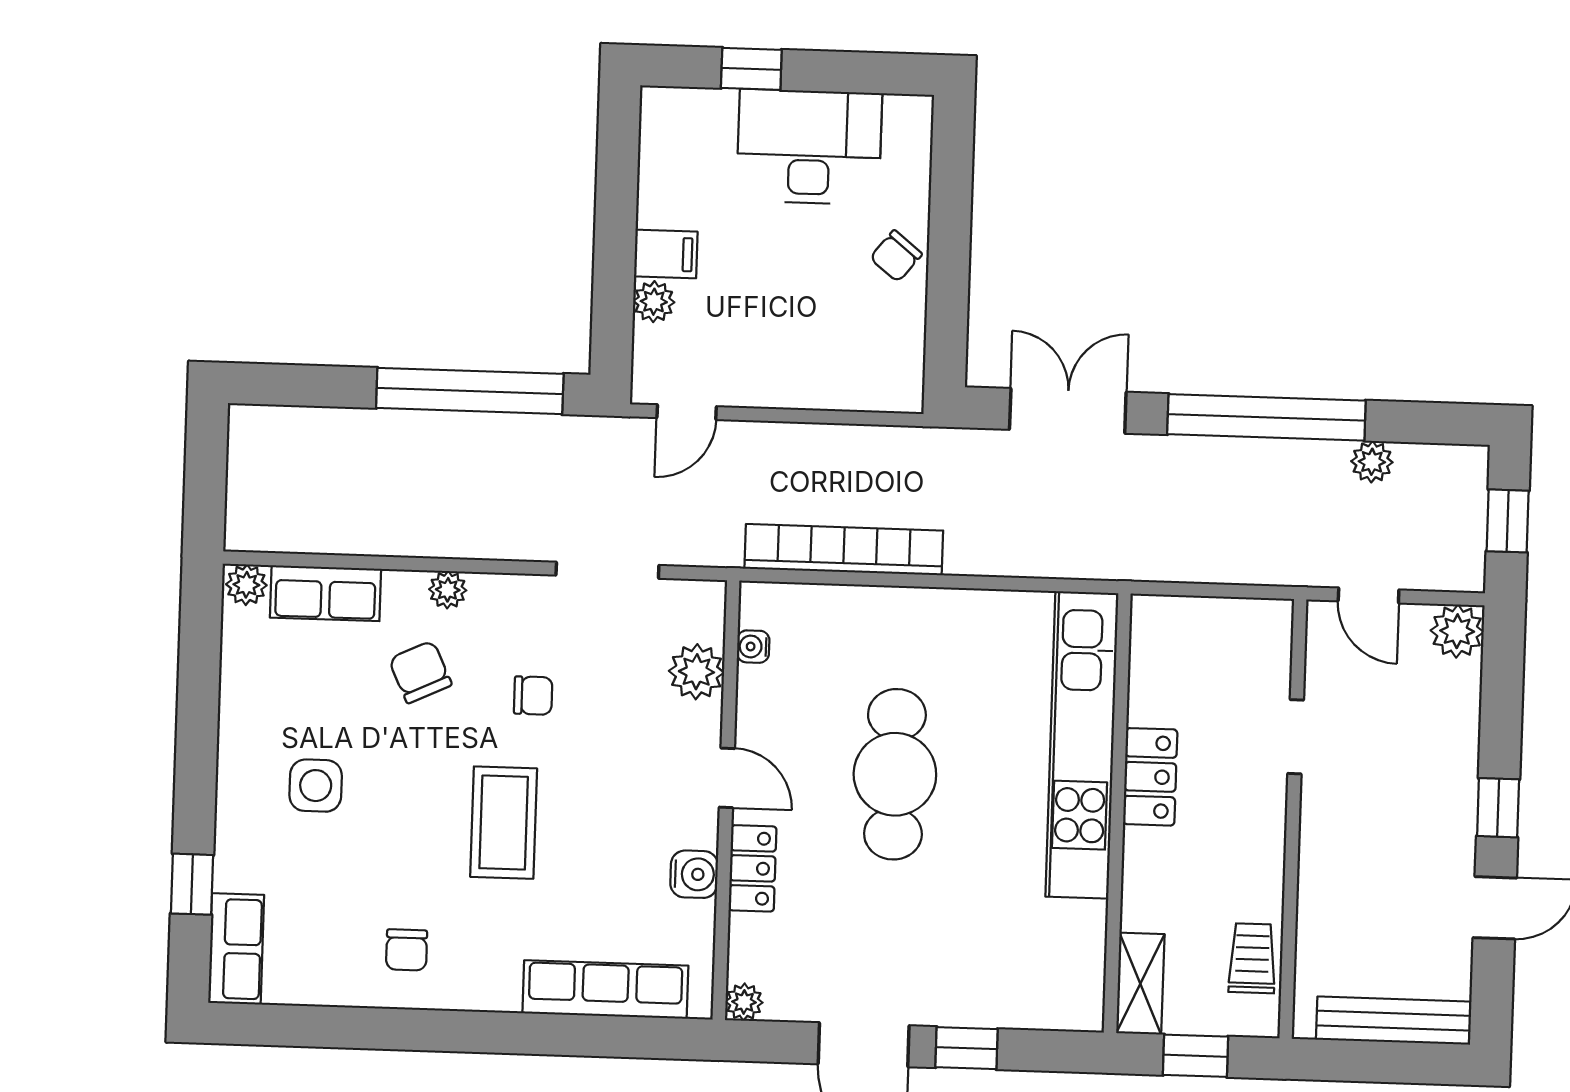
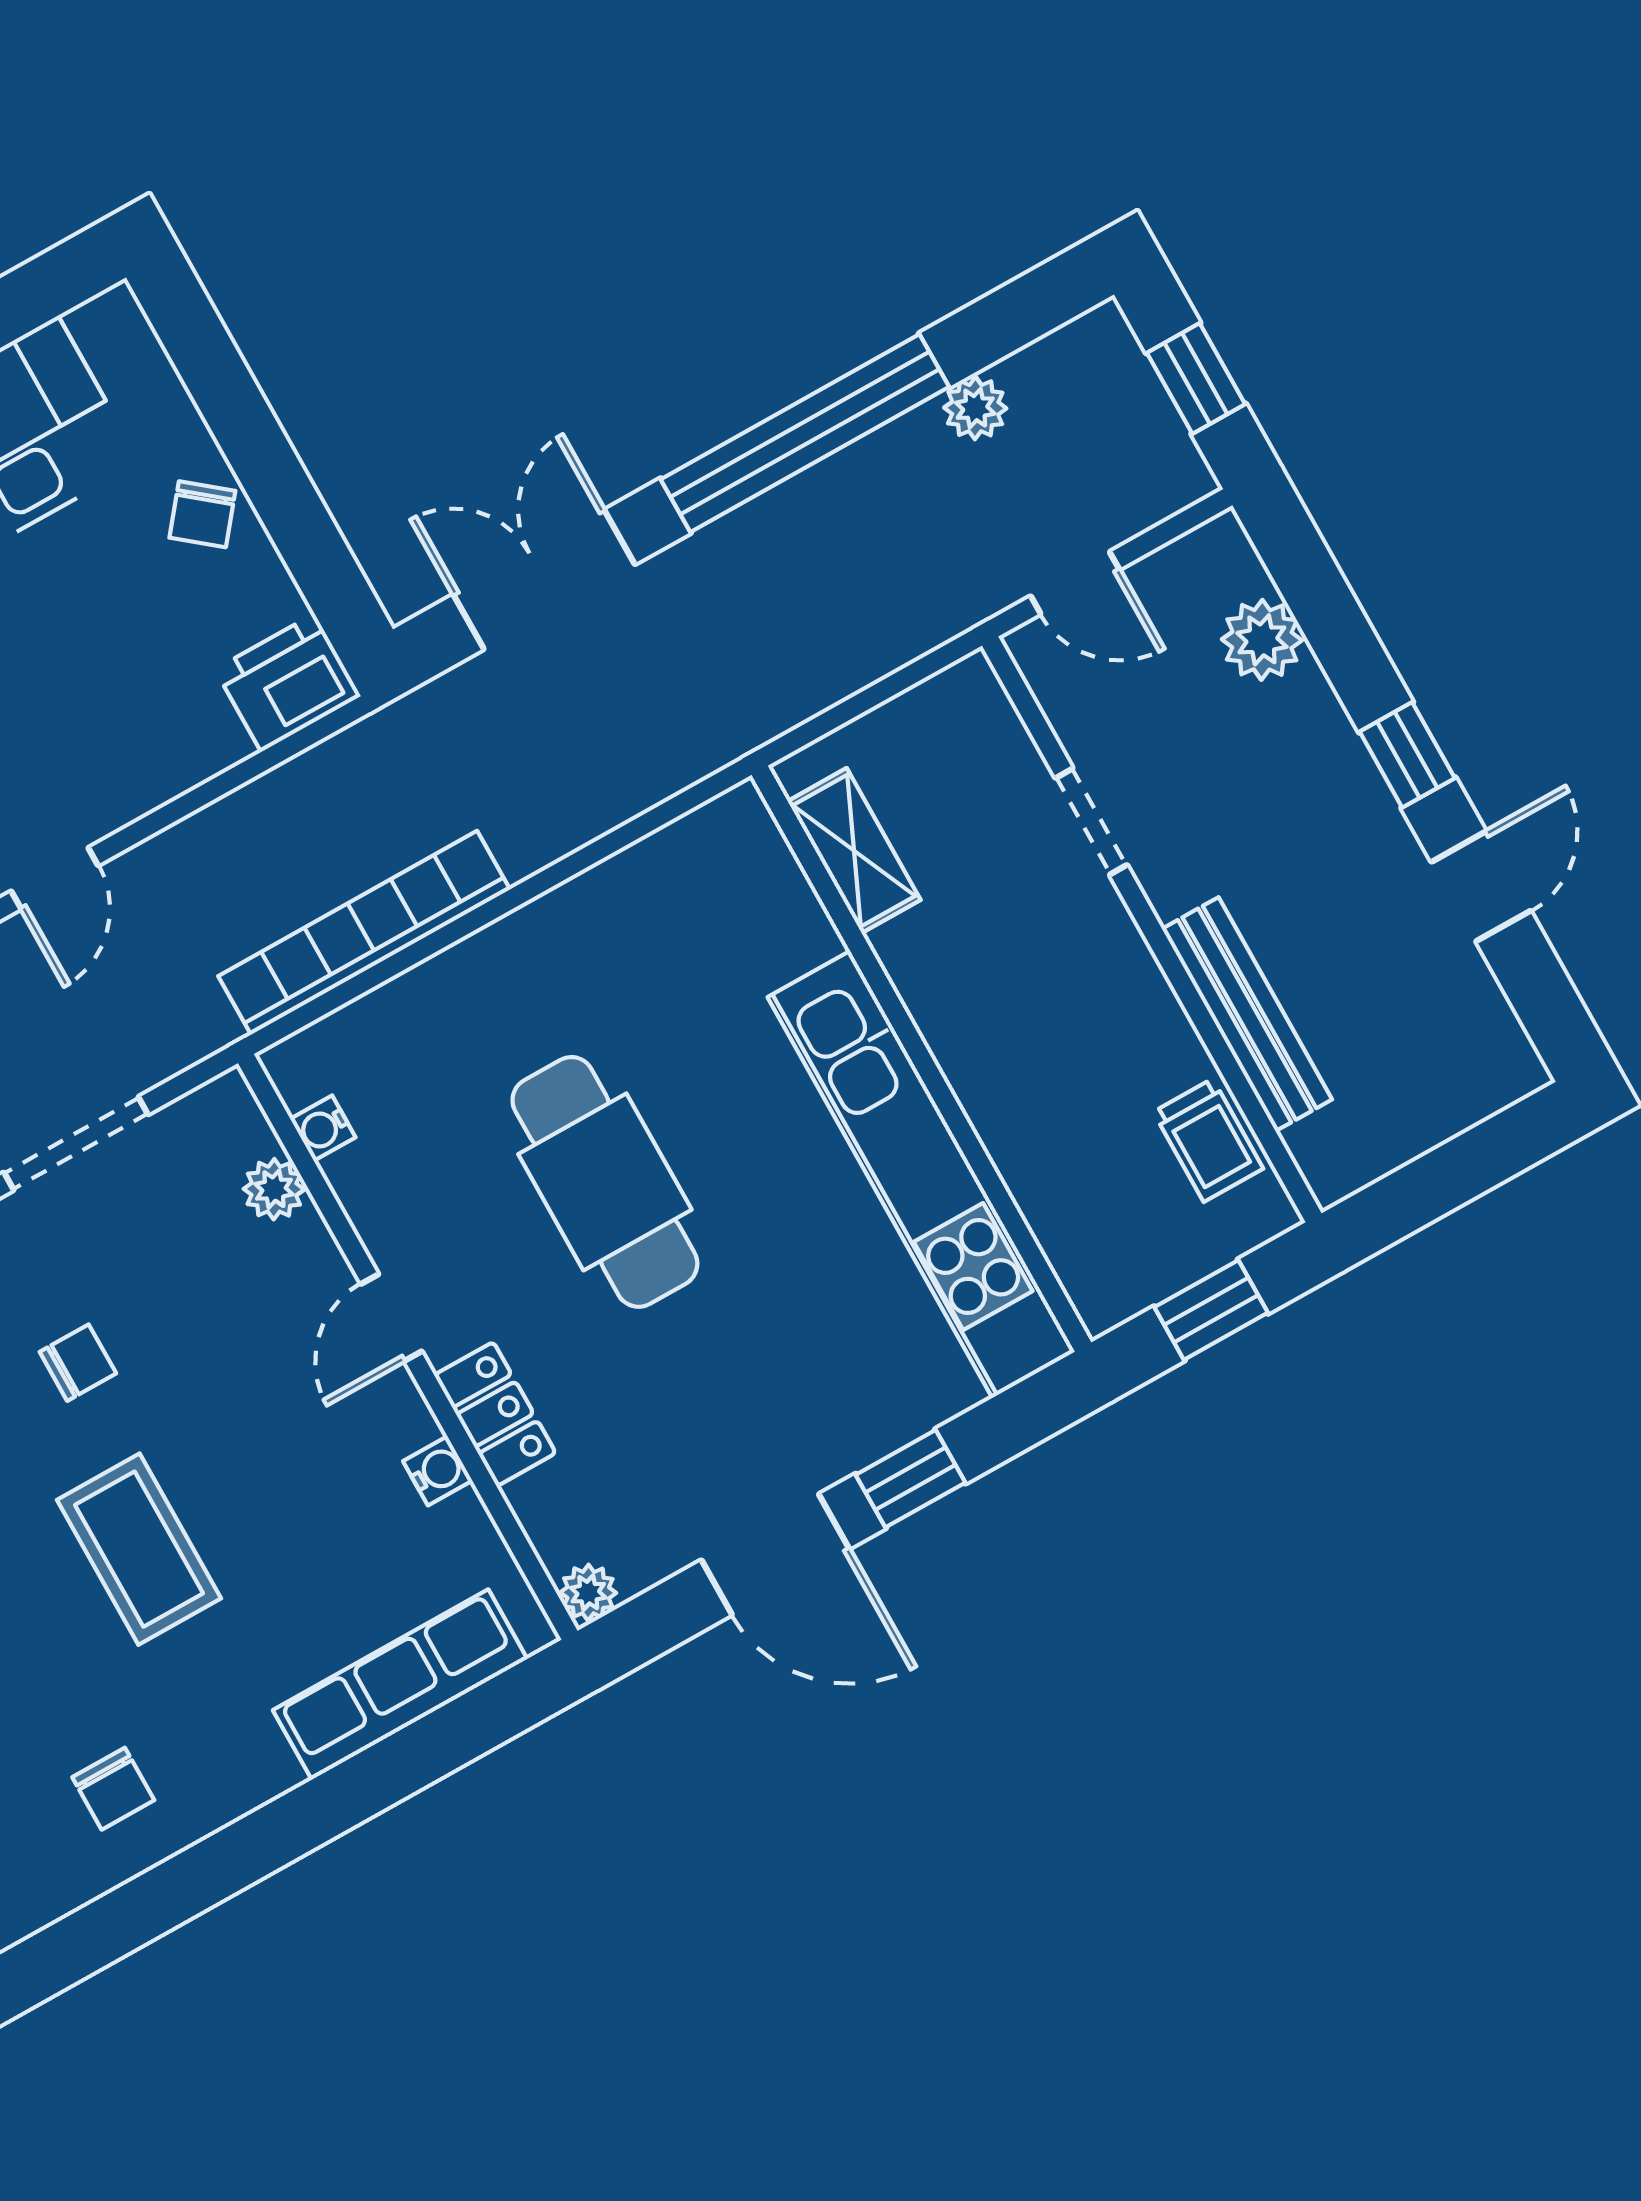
printer: (887, 381) -> (288, 683), added
plant: (1457, 631) -> (1262, 640), moved
plant: (696, 672) -> (274, 1189), width x0.73, depth x0.73
kitchen unit: (1082, 745) -> (921, 1174), moved
locker: (1150, 777) -> (935, 986), removed
door: (727, 778) -> (391, 1318), swing flipped
water cooler: (694, 874) -> (438, 1471), width x0.72, depth x0.72
trolley: (1252, 958) -> (1208, 1140), turned 180
shelving: (1140, 984) -> (854, 851), moved
bench: (1394, 1021) -> (1247, 1014), moved, turned 90

